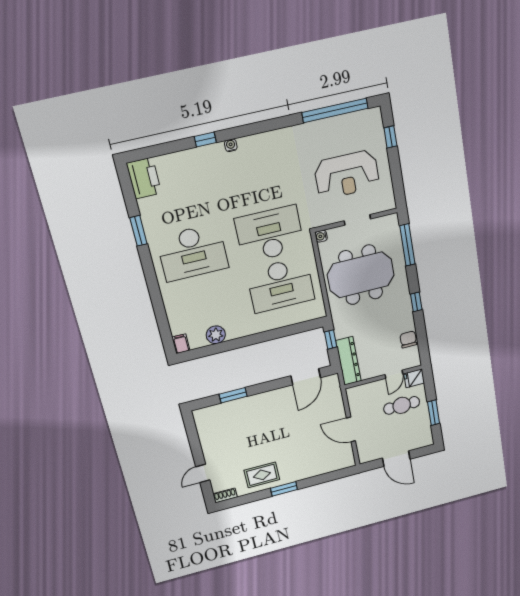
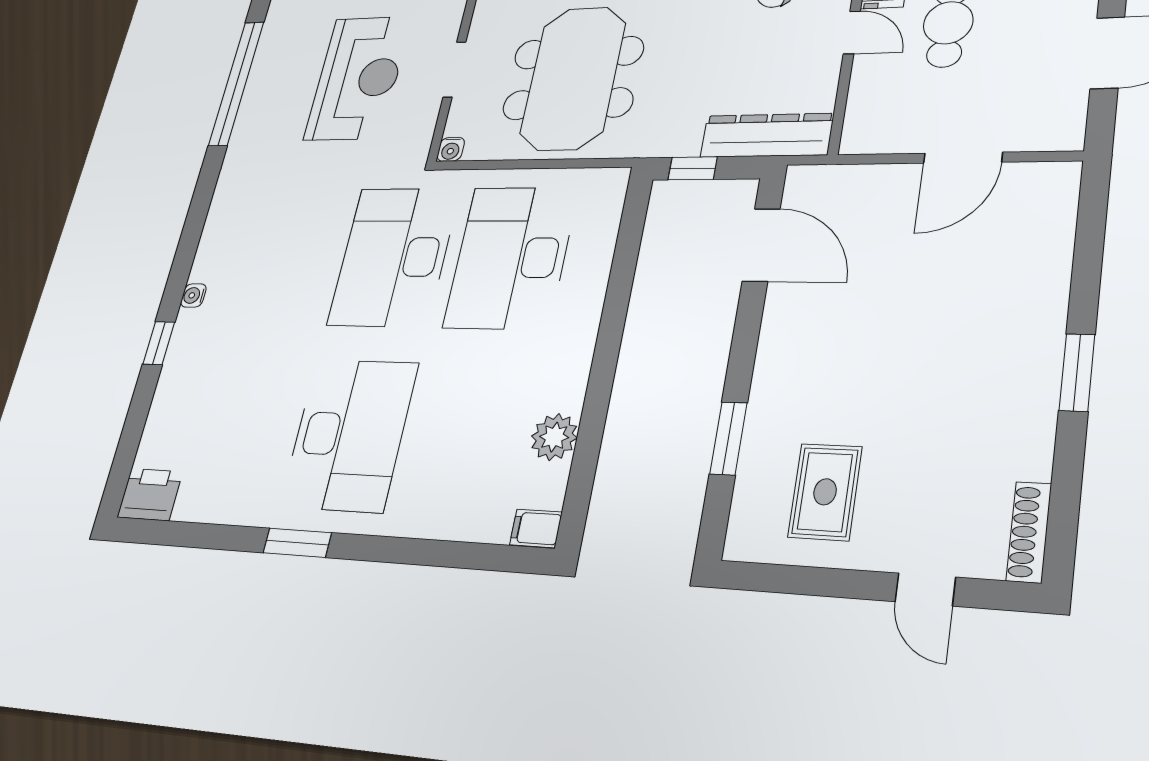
printer: (144, 178) -> (150, 494), width x0.73, depth x0.84
window: (138, 231) -> (297, 543), moved
desk: (281, 285) -> (511, 257), turned 180
rug: (262, 475) -> (825, 492), moved
shoe rack: (225, 495) -> (1029, 532), width x1.43

